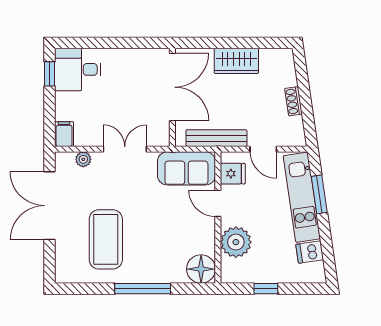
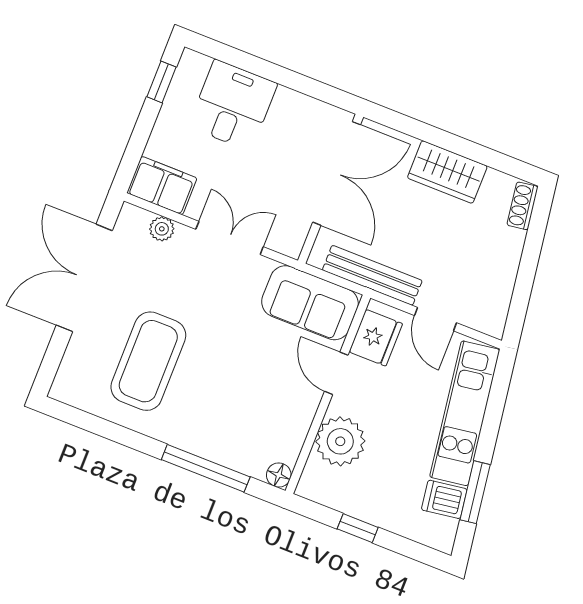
desk: (78, 69) -> (233, 105), moved, turned 90
shoe rack: (293, 101) -> (523, 206), moved
filing cabinet: (64, 134) -> (162, 186), width x2.00
fridge: (233, 174) -> (376, 338), width x1.38
window: (319, 194) -> (475, 492), moved
floor lamp: (201, 269) -> (279, 475), width x0.53, depth x0.53
window: (143, 289) -> (206, 468), moved

